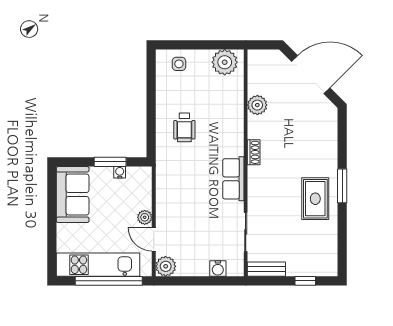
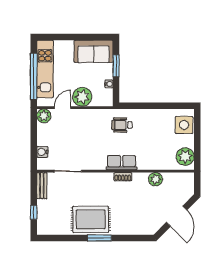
side table: (179, 64) -> (184, 125), width x1.87, depth x1.87
door: (311, 75) -> (177, 216), width x0.73
wheelchair: (184, 127) -> (122, 125), moved
window: (110, 162) -> (116, 66), moved
row of seats: (233, 179) -> (122, 163), moved
rug: (315, 199) -> (91, 219), width x1.36, depth x1.43
plant: (145, 217) -> (82, 97), width x1.87, depth x1.87

